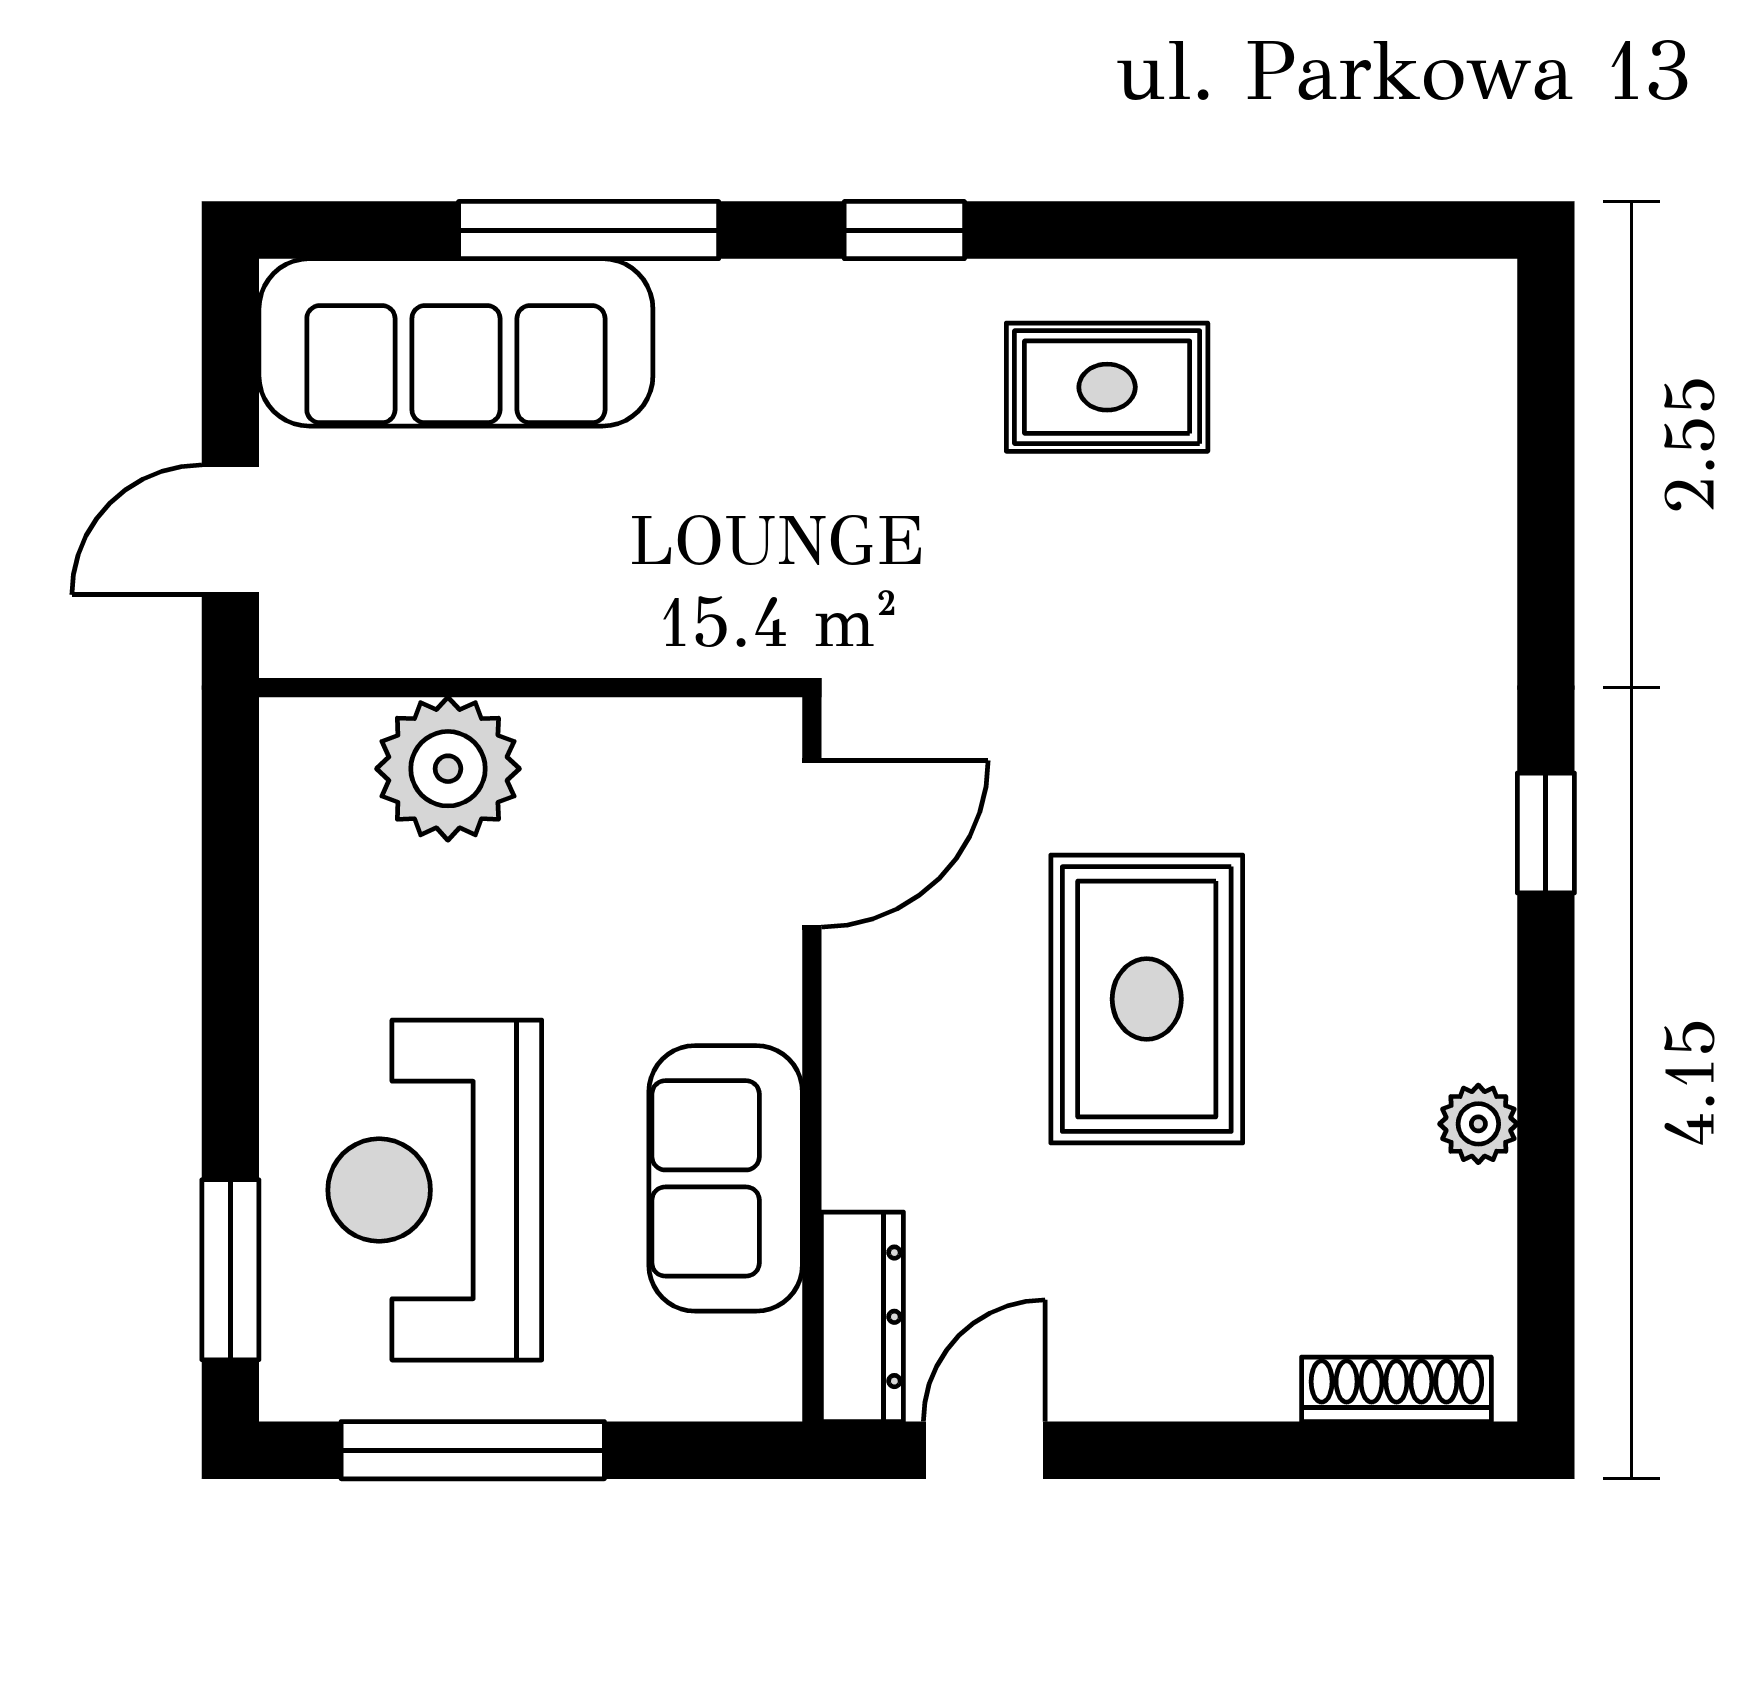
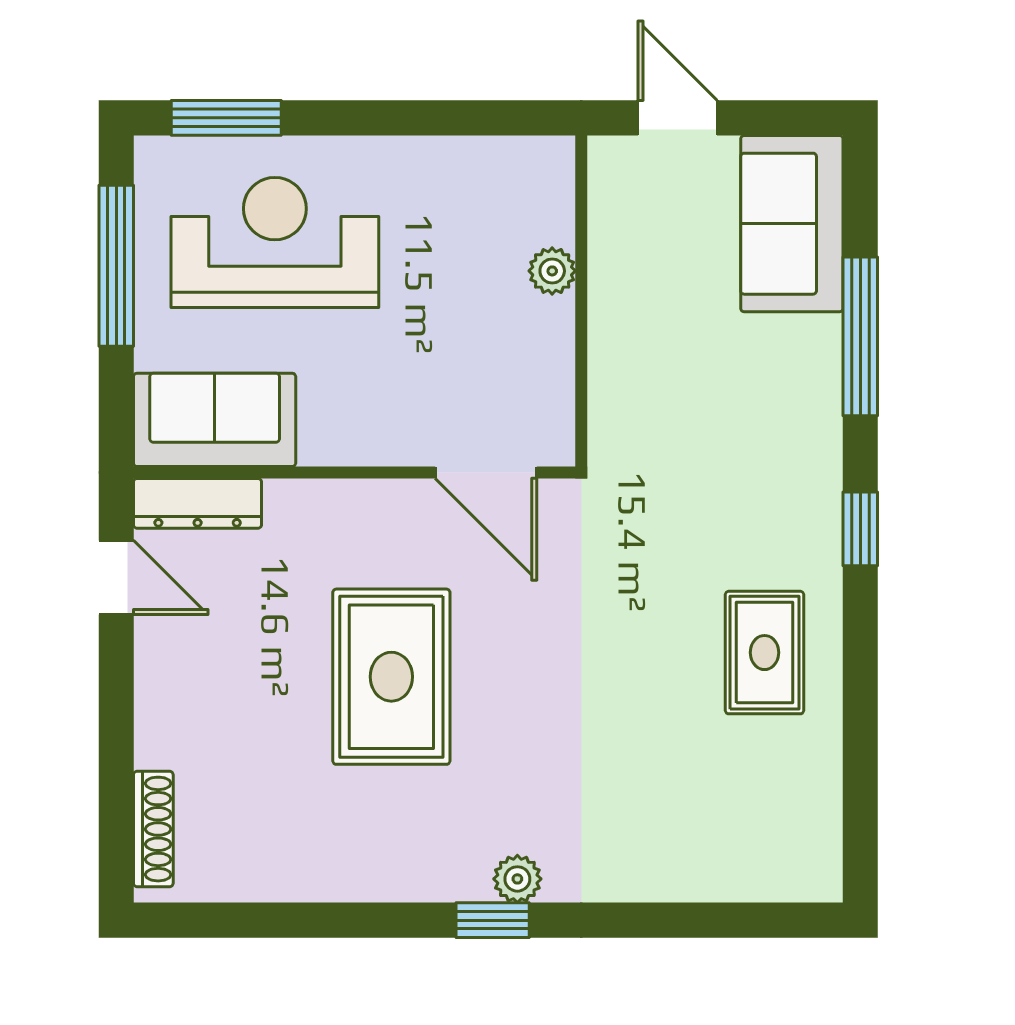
sofa: (456, 342) -> (792, 224), width x0.73
plant: (448, 769) -> (552, 271), width x0.53, depth x0.53
rug: (1147, 999) -> (391, 677), turned 90
plant: (1478, 1124) -> (517, 879), moved
sofa: (726, 1178) -> (215, 420), moved

